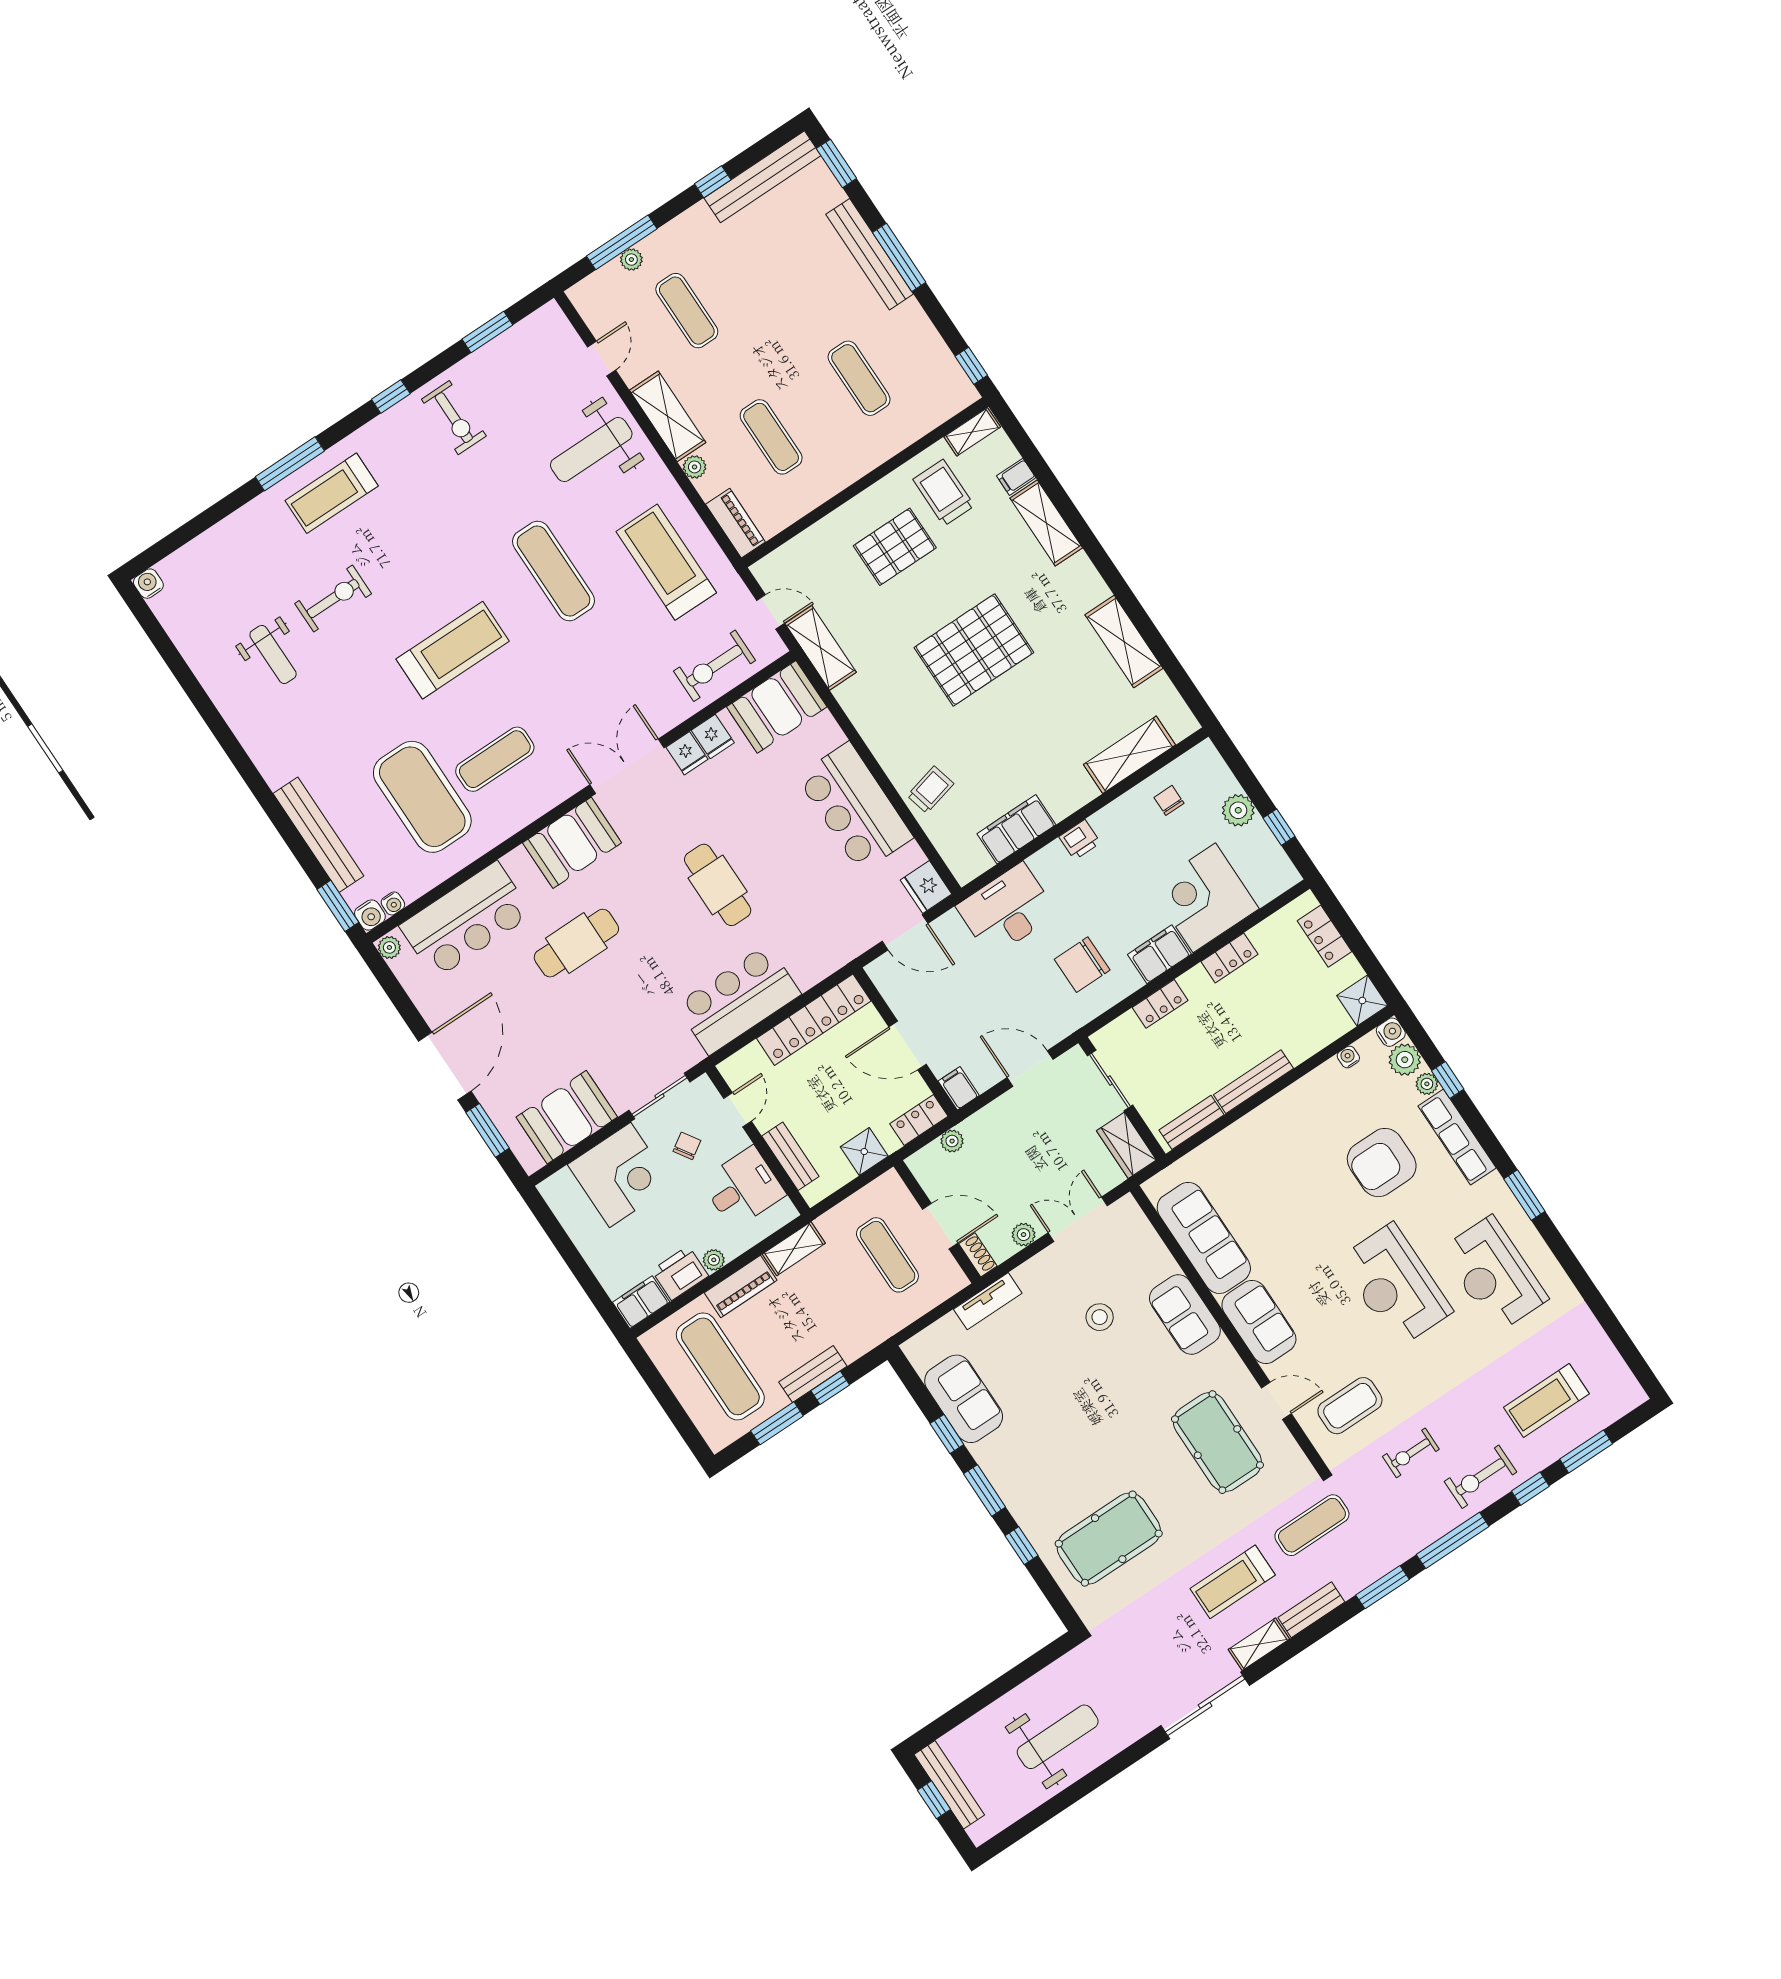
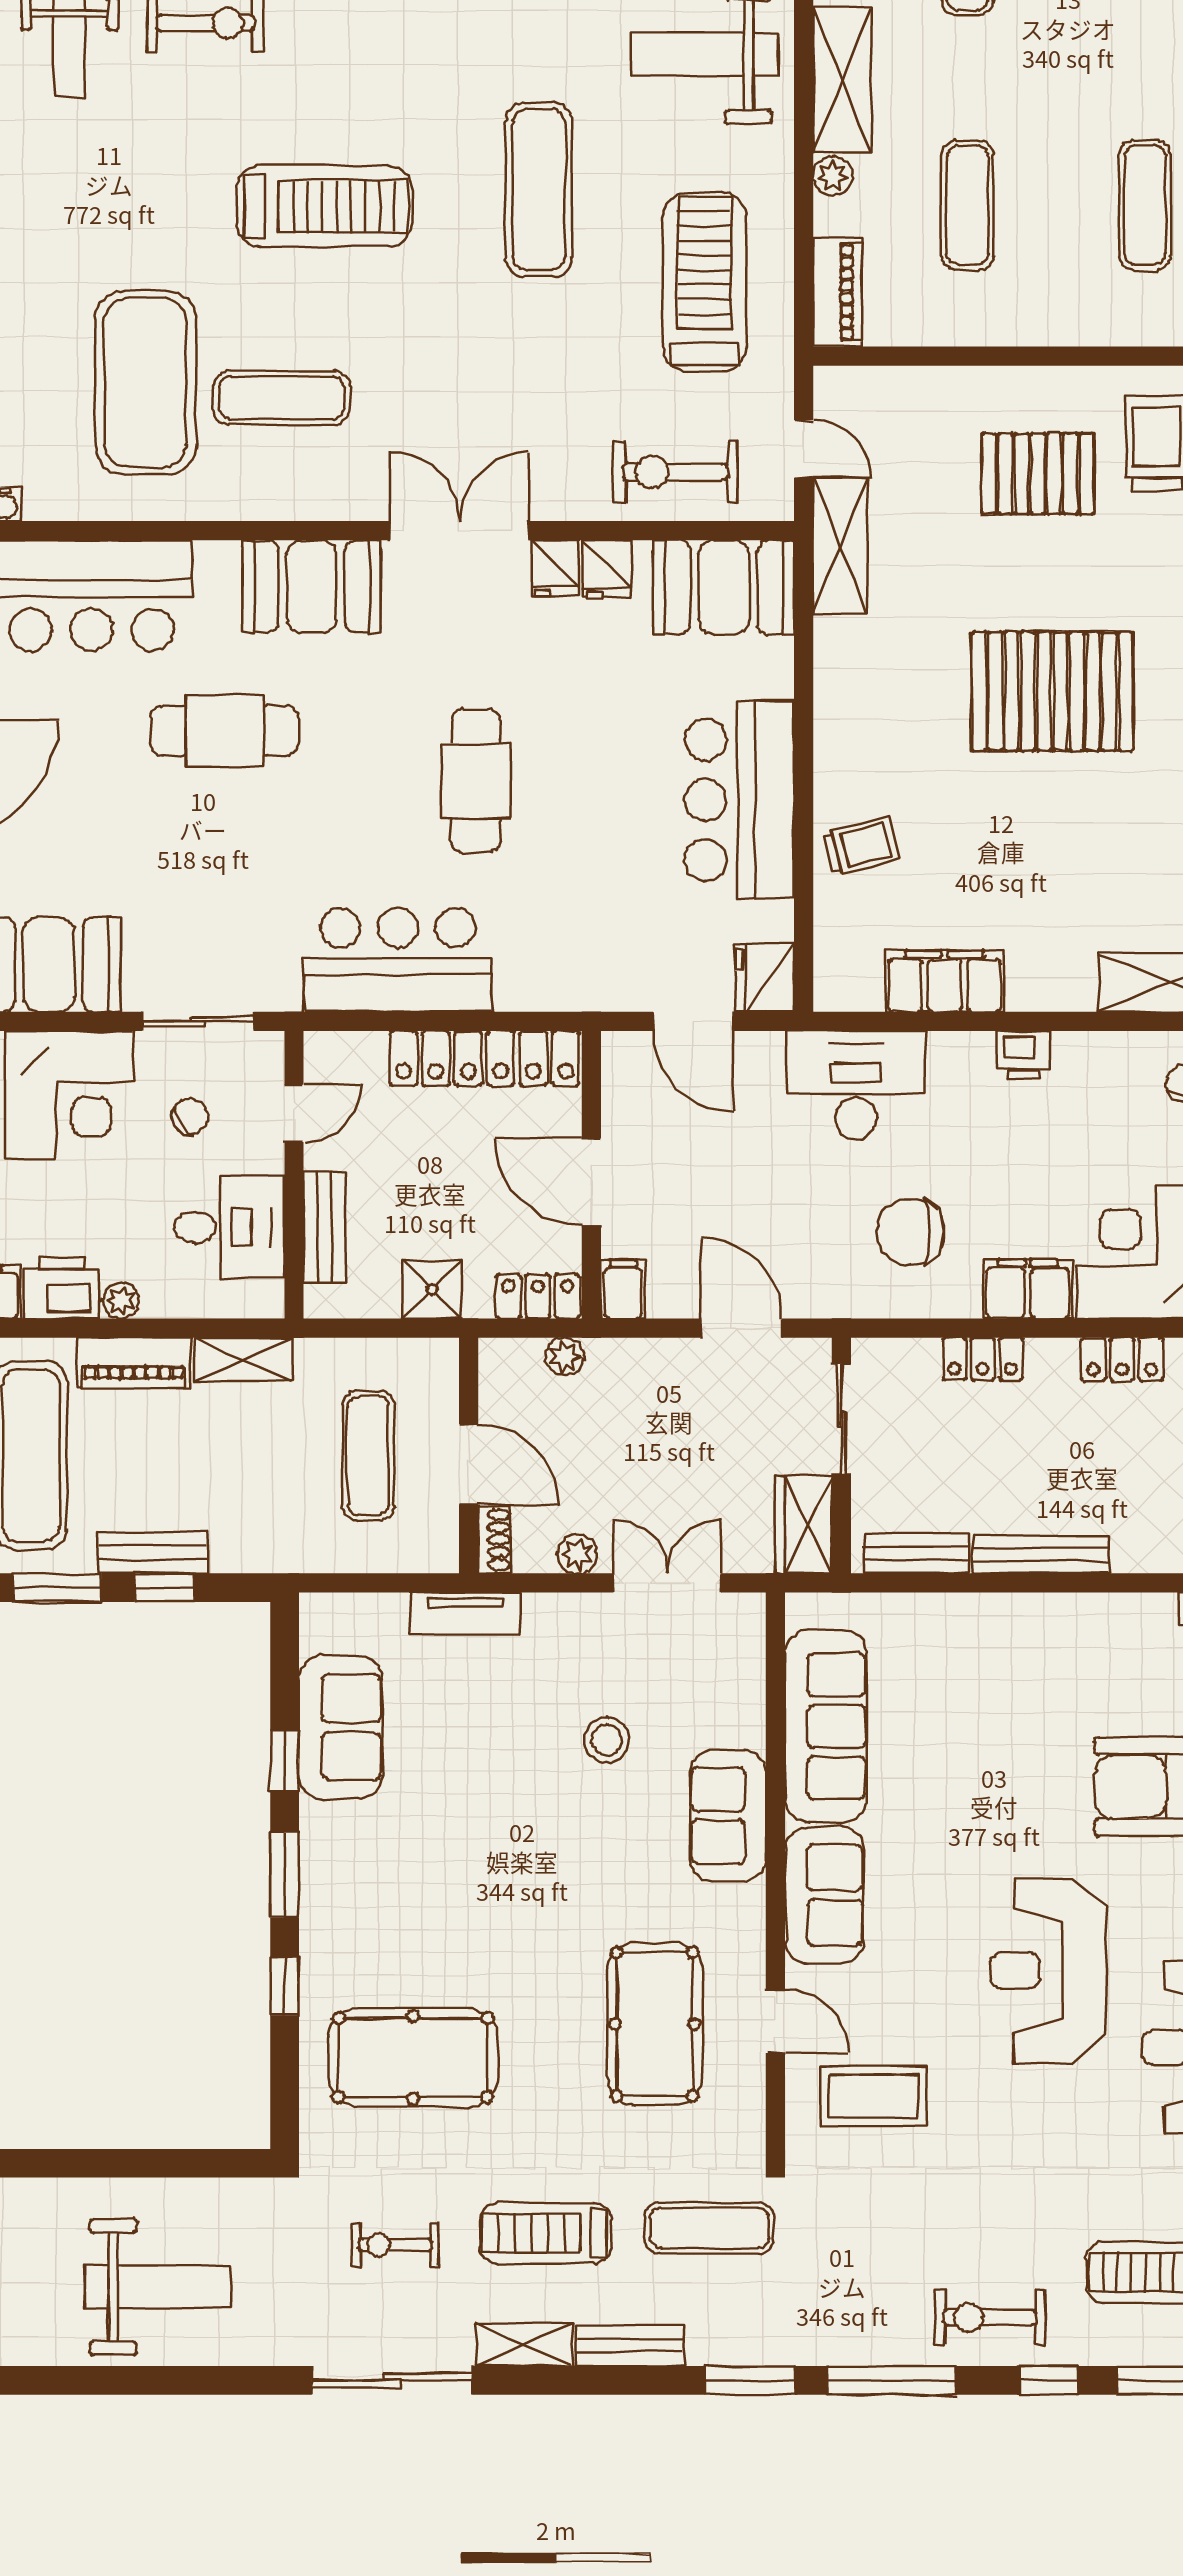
exercise bike: (1411, 1453) -> (395, 2245), moved

